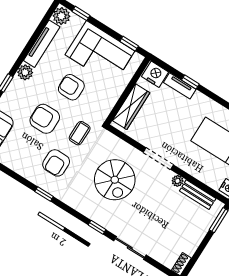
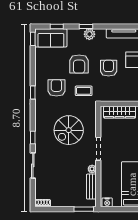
plant: (25, 72) -> (89, 34), moved
armchair: (45, 119) -> (79, 64), turned 180
armchair: (56, 163) -> (56, 88), turned 90

